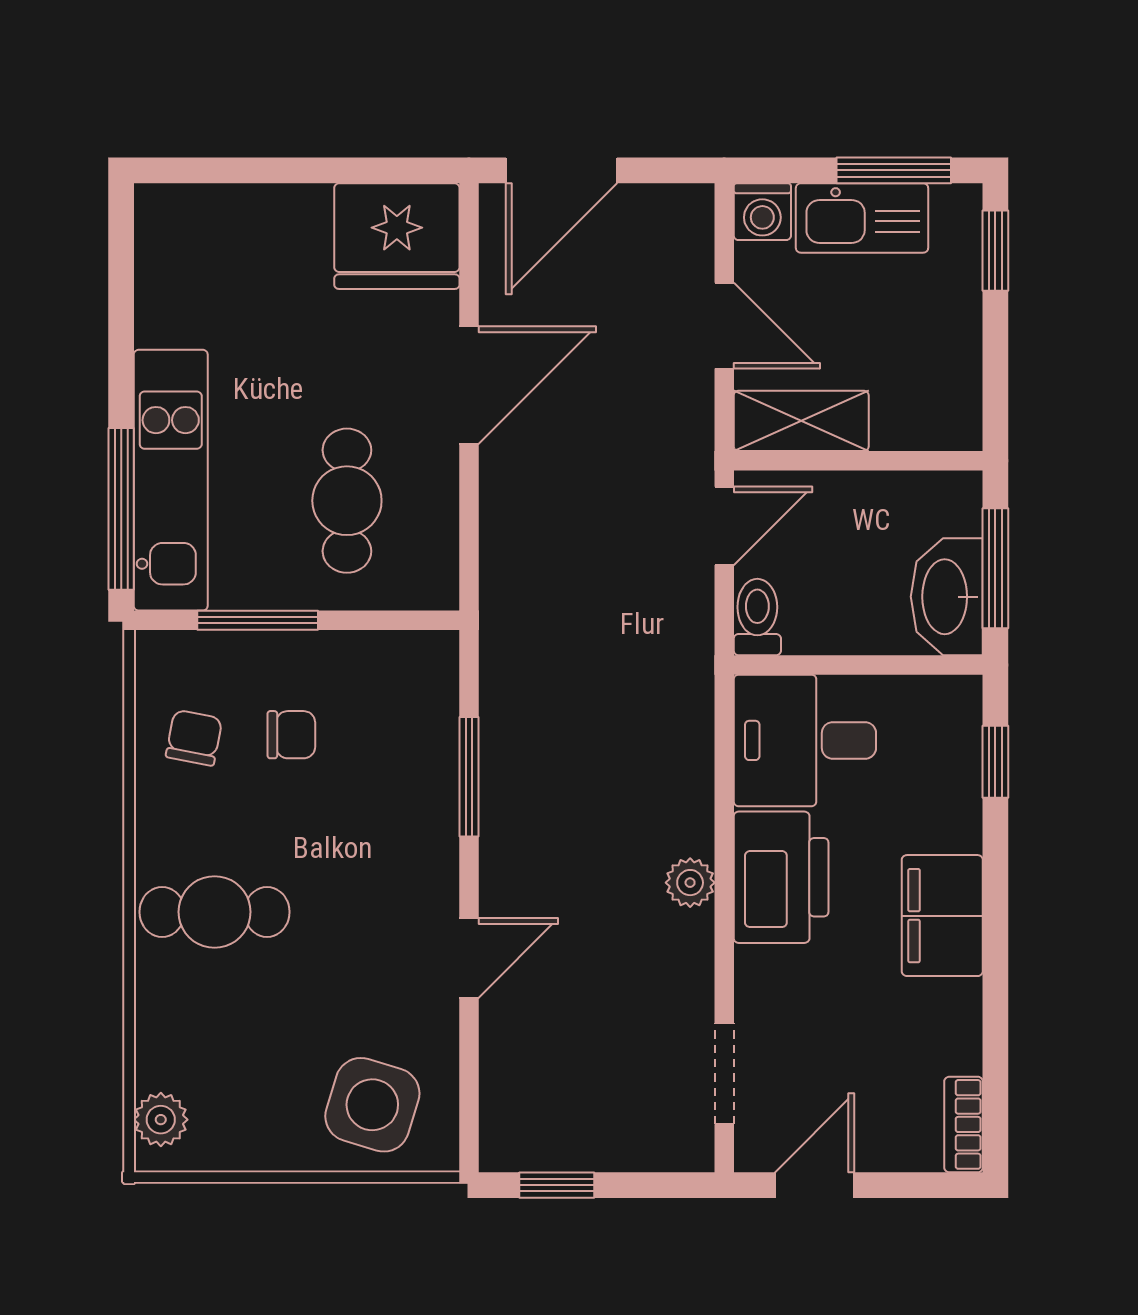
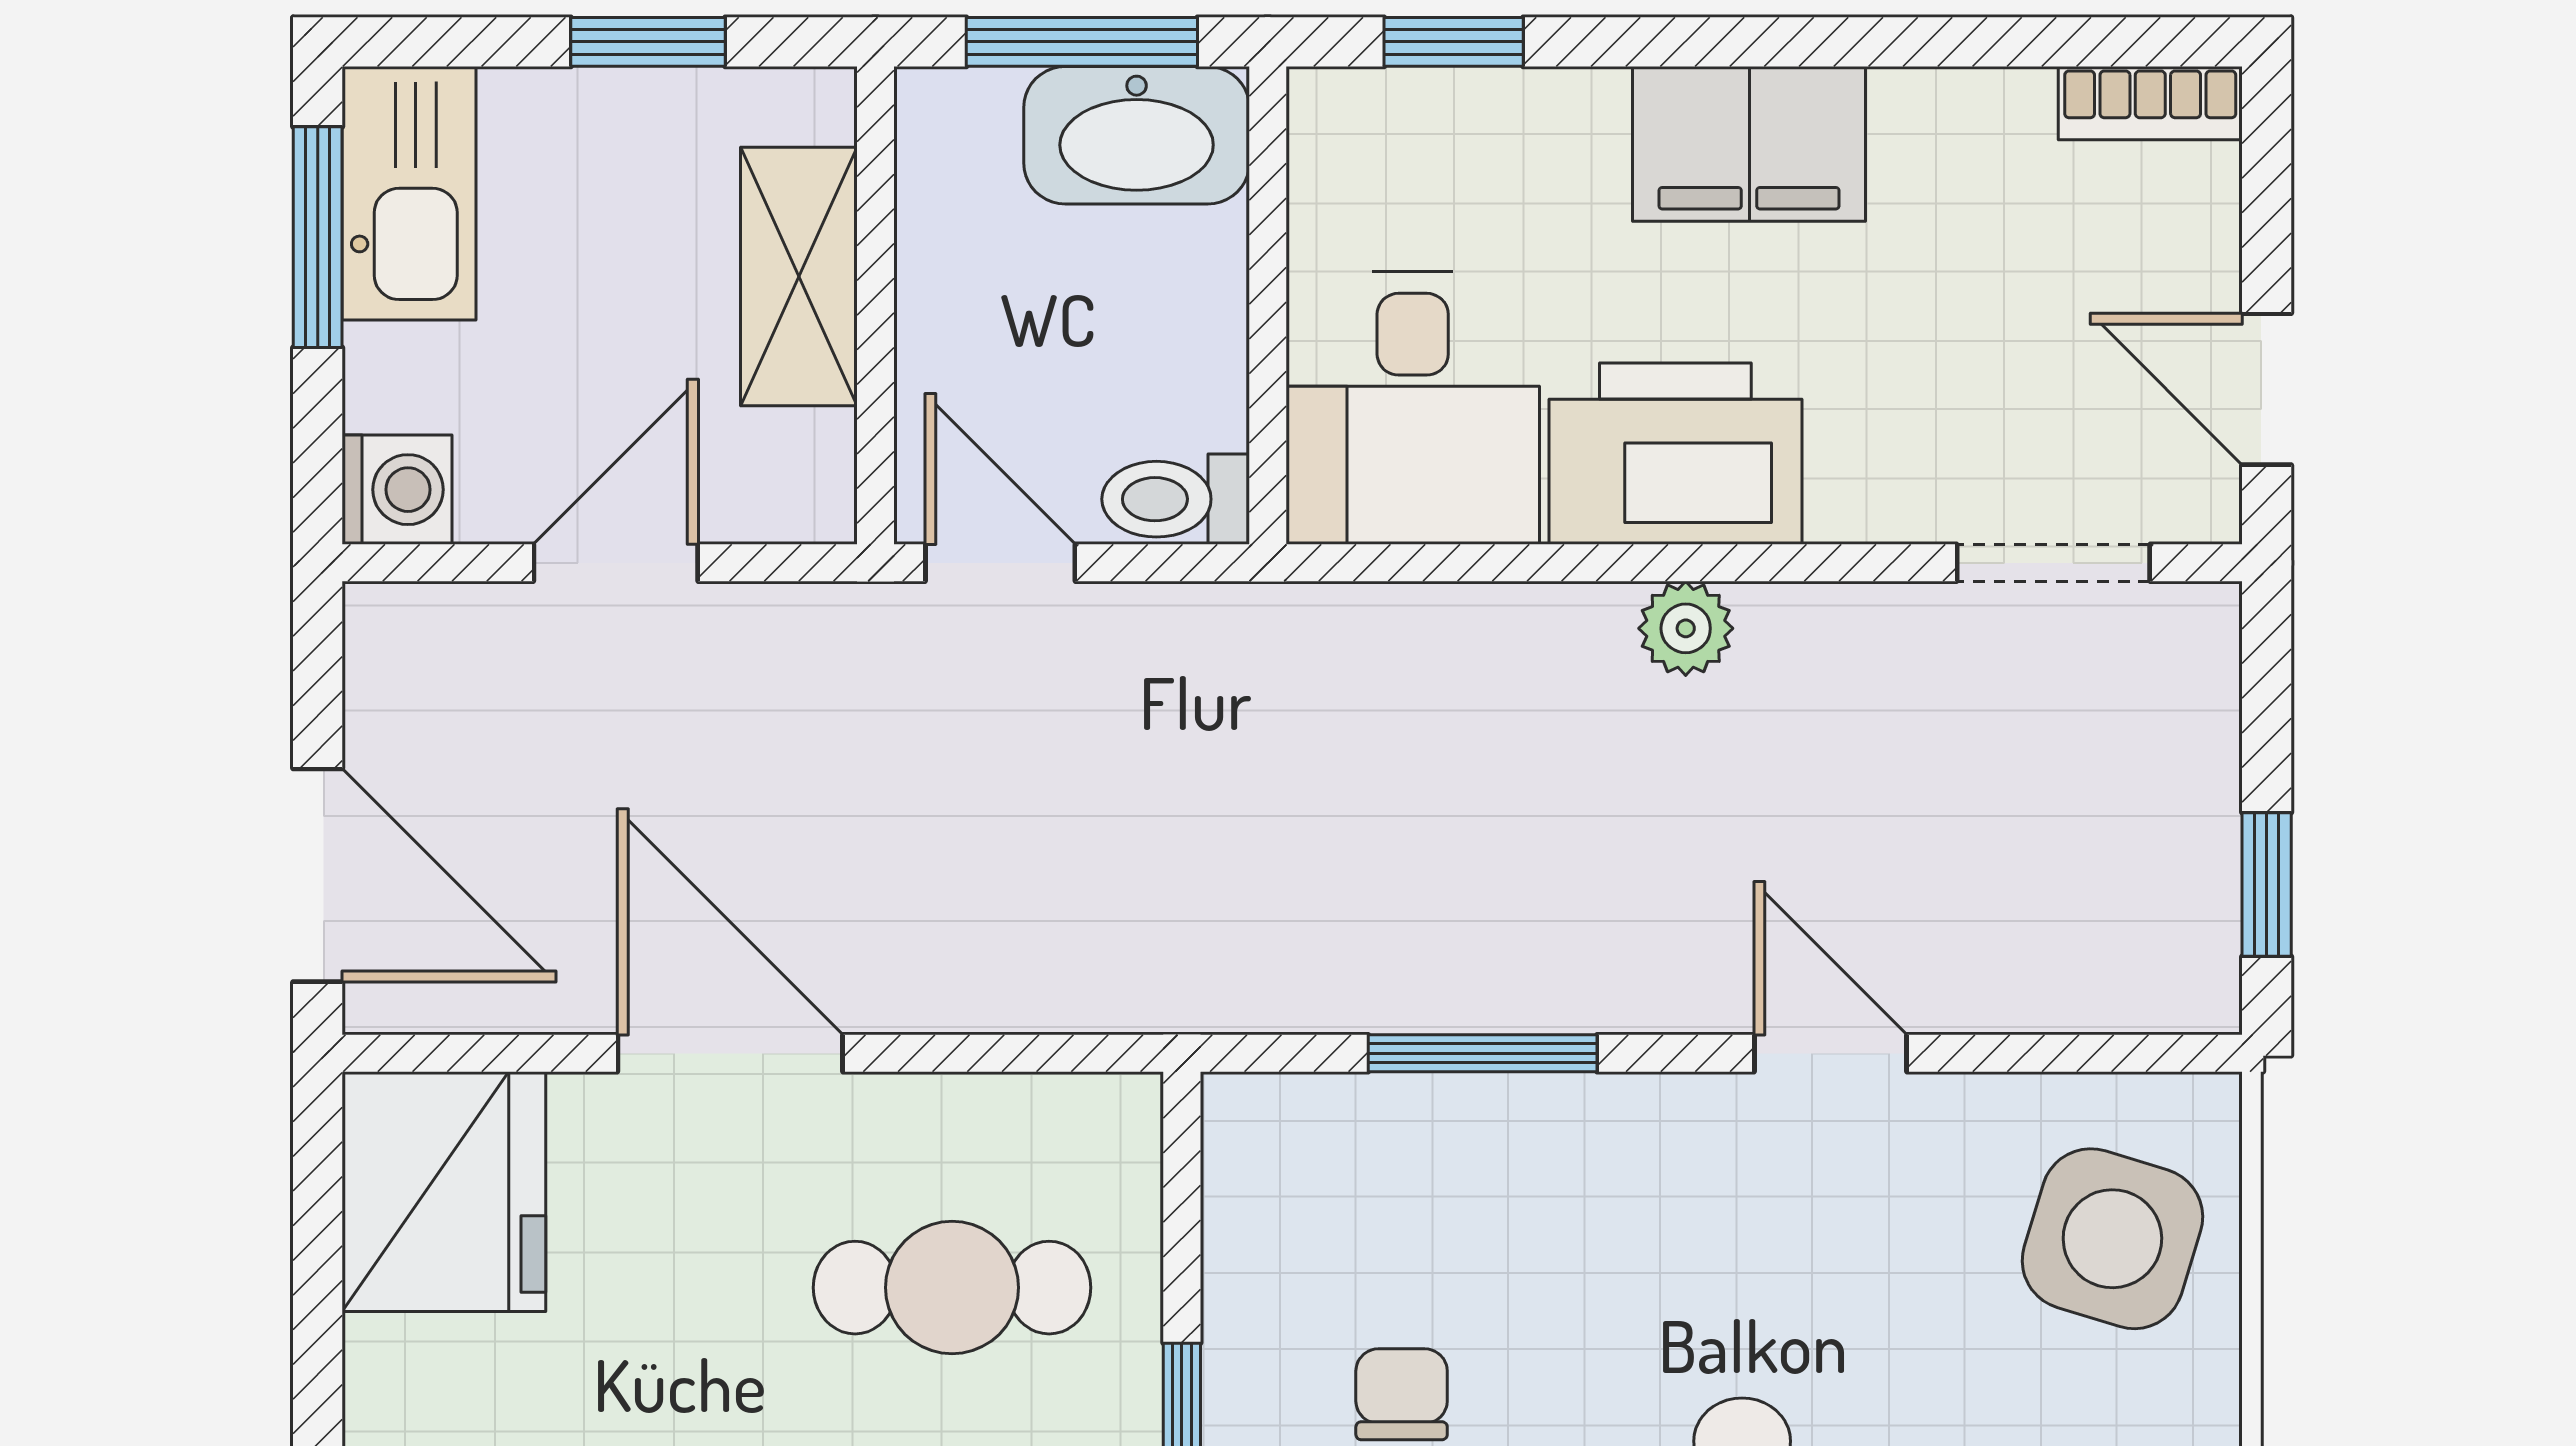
kitchen sink: (862, 218) -> (409, 193), moved
window: (995, 251) -> (648, 42), moved
shelving: (801, 421) -> (799, 276), moved

